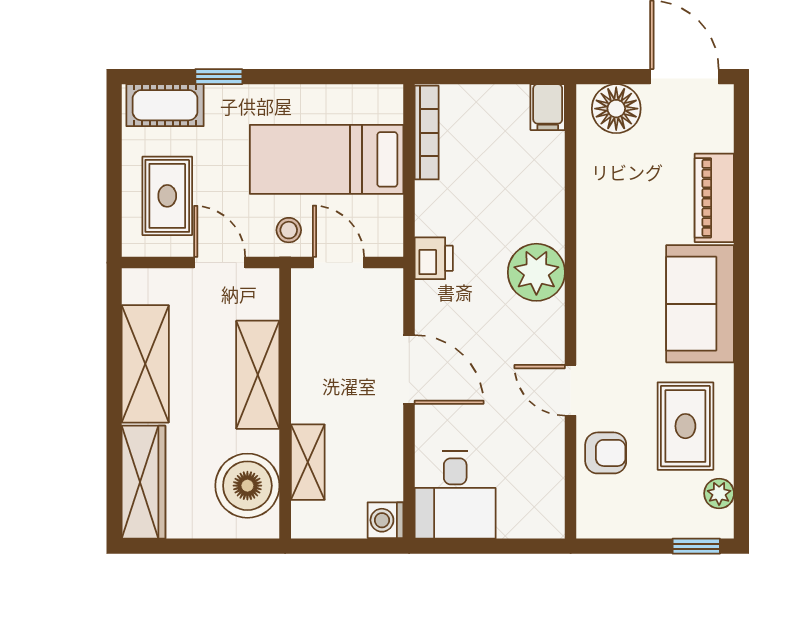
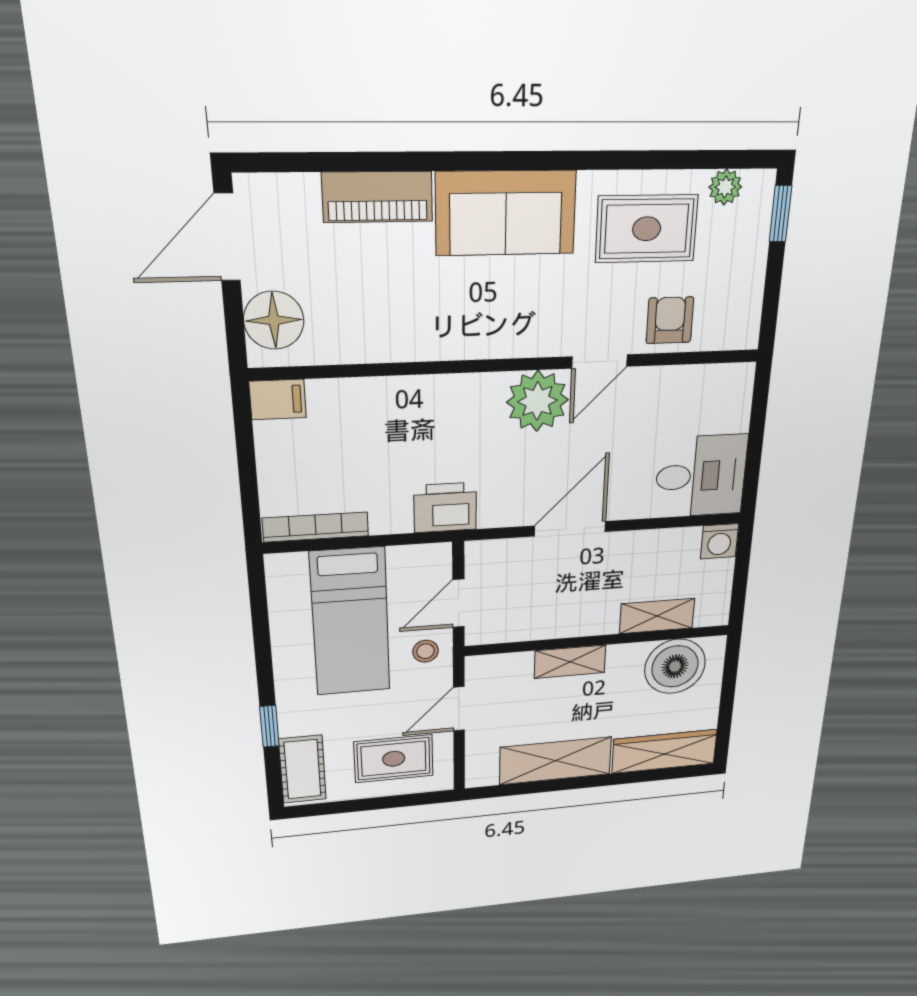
printer: (434, 258) -> (445, 508), width x1.36, depth x1.24
plant: (536, 272) -> (537, 401), moved
shelving: (258, 375) -> (570, 662), width x0.67, depth x0.75

